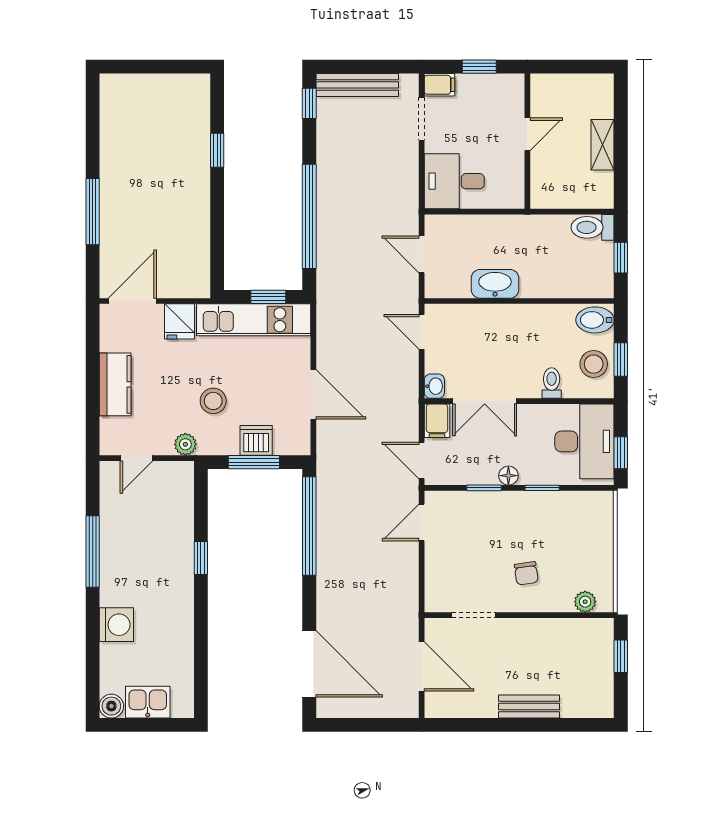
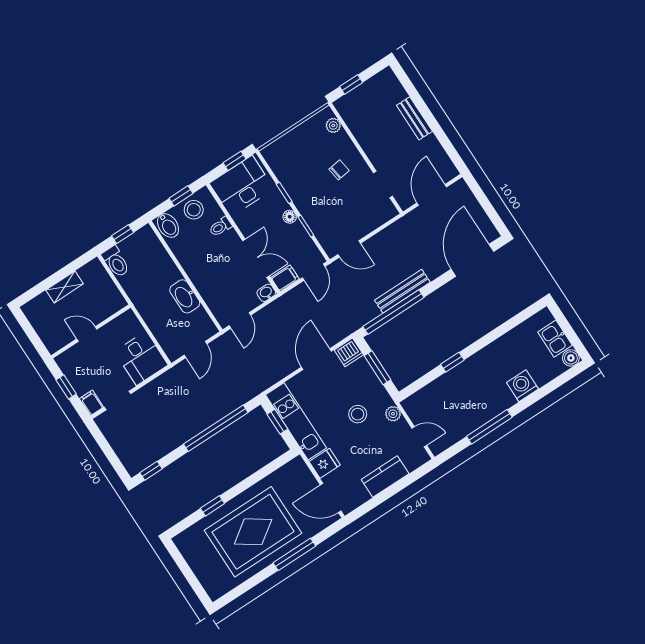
bench: (357, 85) -> (402, 291), moved, turned 90
rug: (153, 179) -> (253, 532), added
dishwasher: (256, 440) -> (349, 352), moved, turned -90

